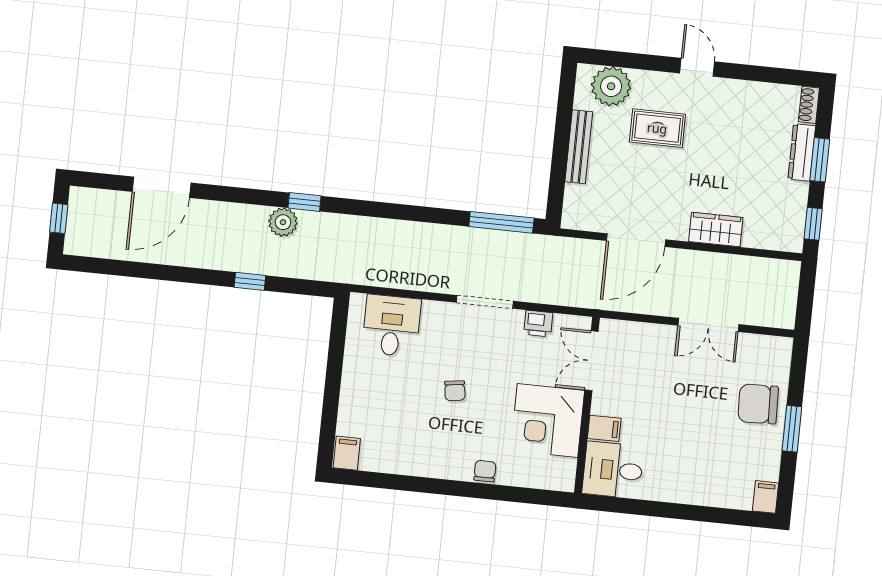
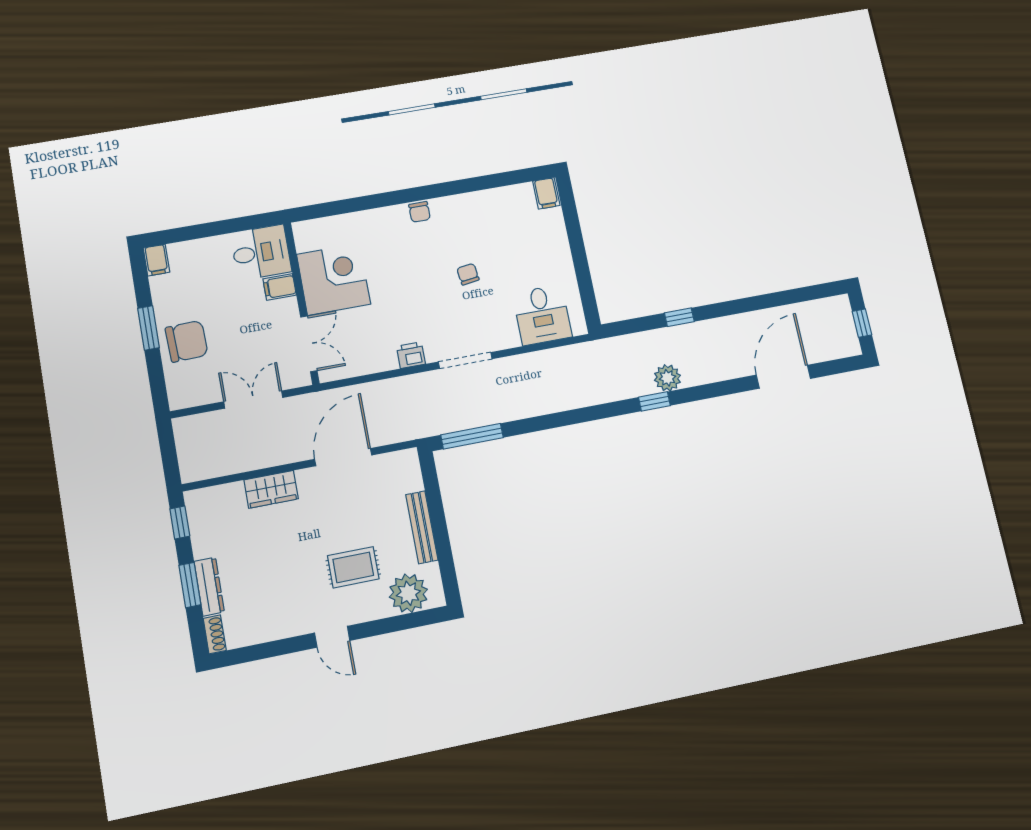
double door: (592, 361) -> (309, 344), moved
wall: (587, 405) -> (301, 303), moved
corner desk: (548, 421) -> (334, 279), moved
filing cabinet: (604, 428) -> (280, 287), moved
desk: (613, 470) -> (261, 252), moved

